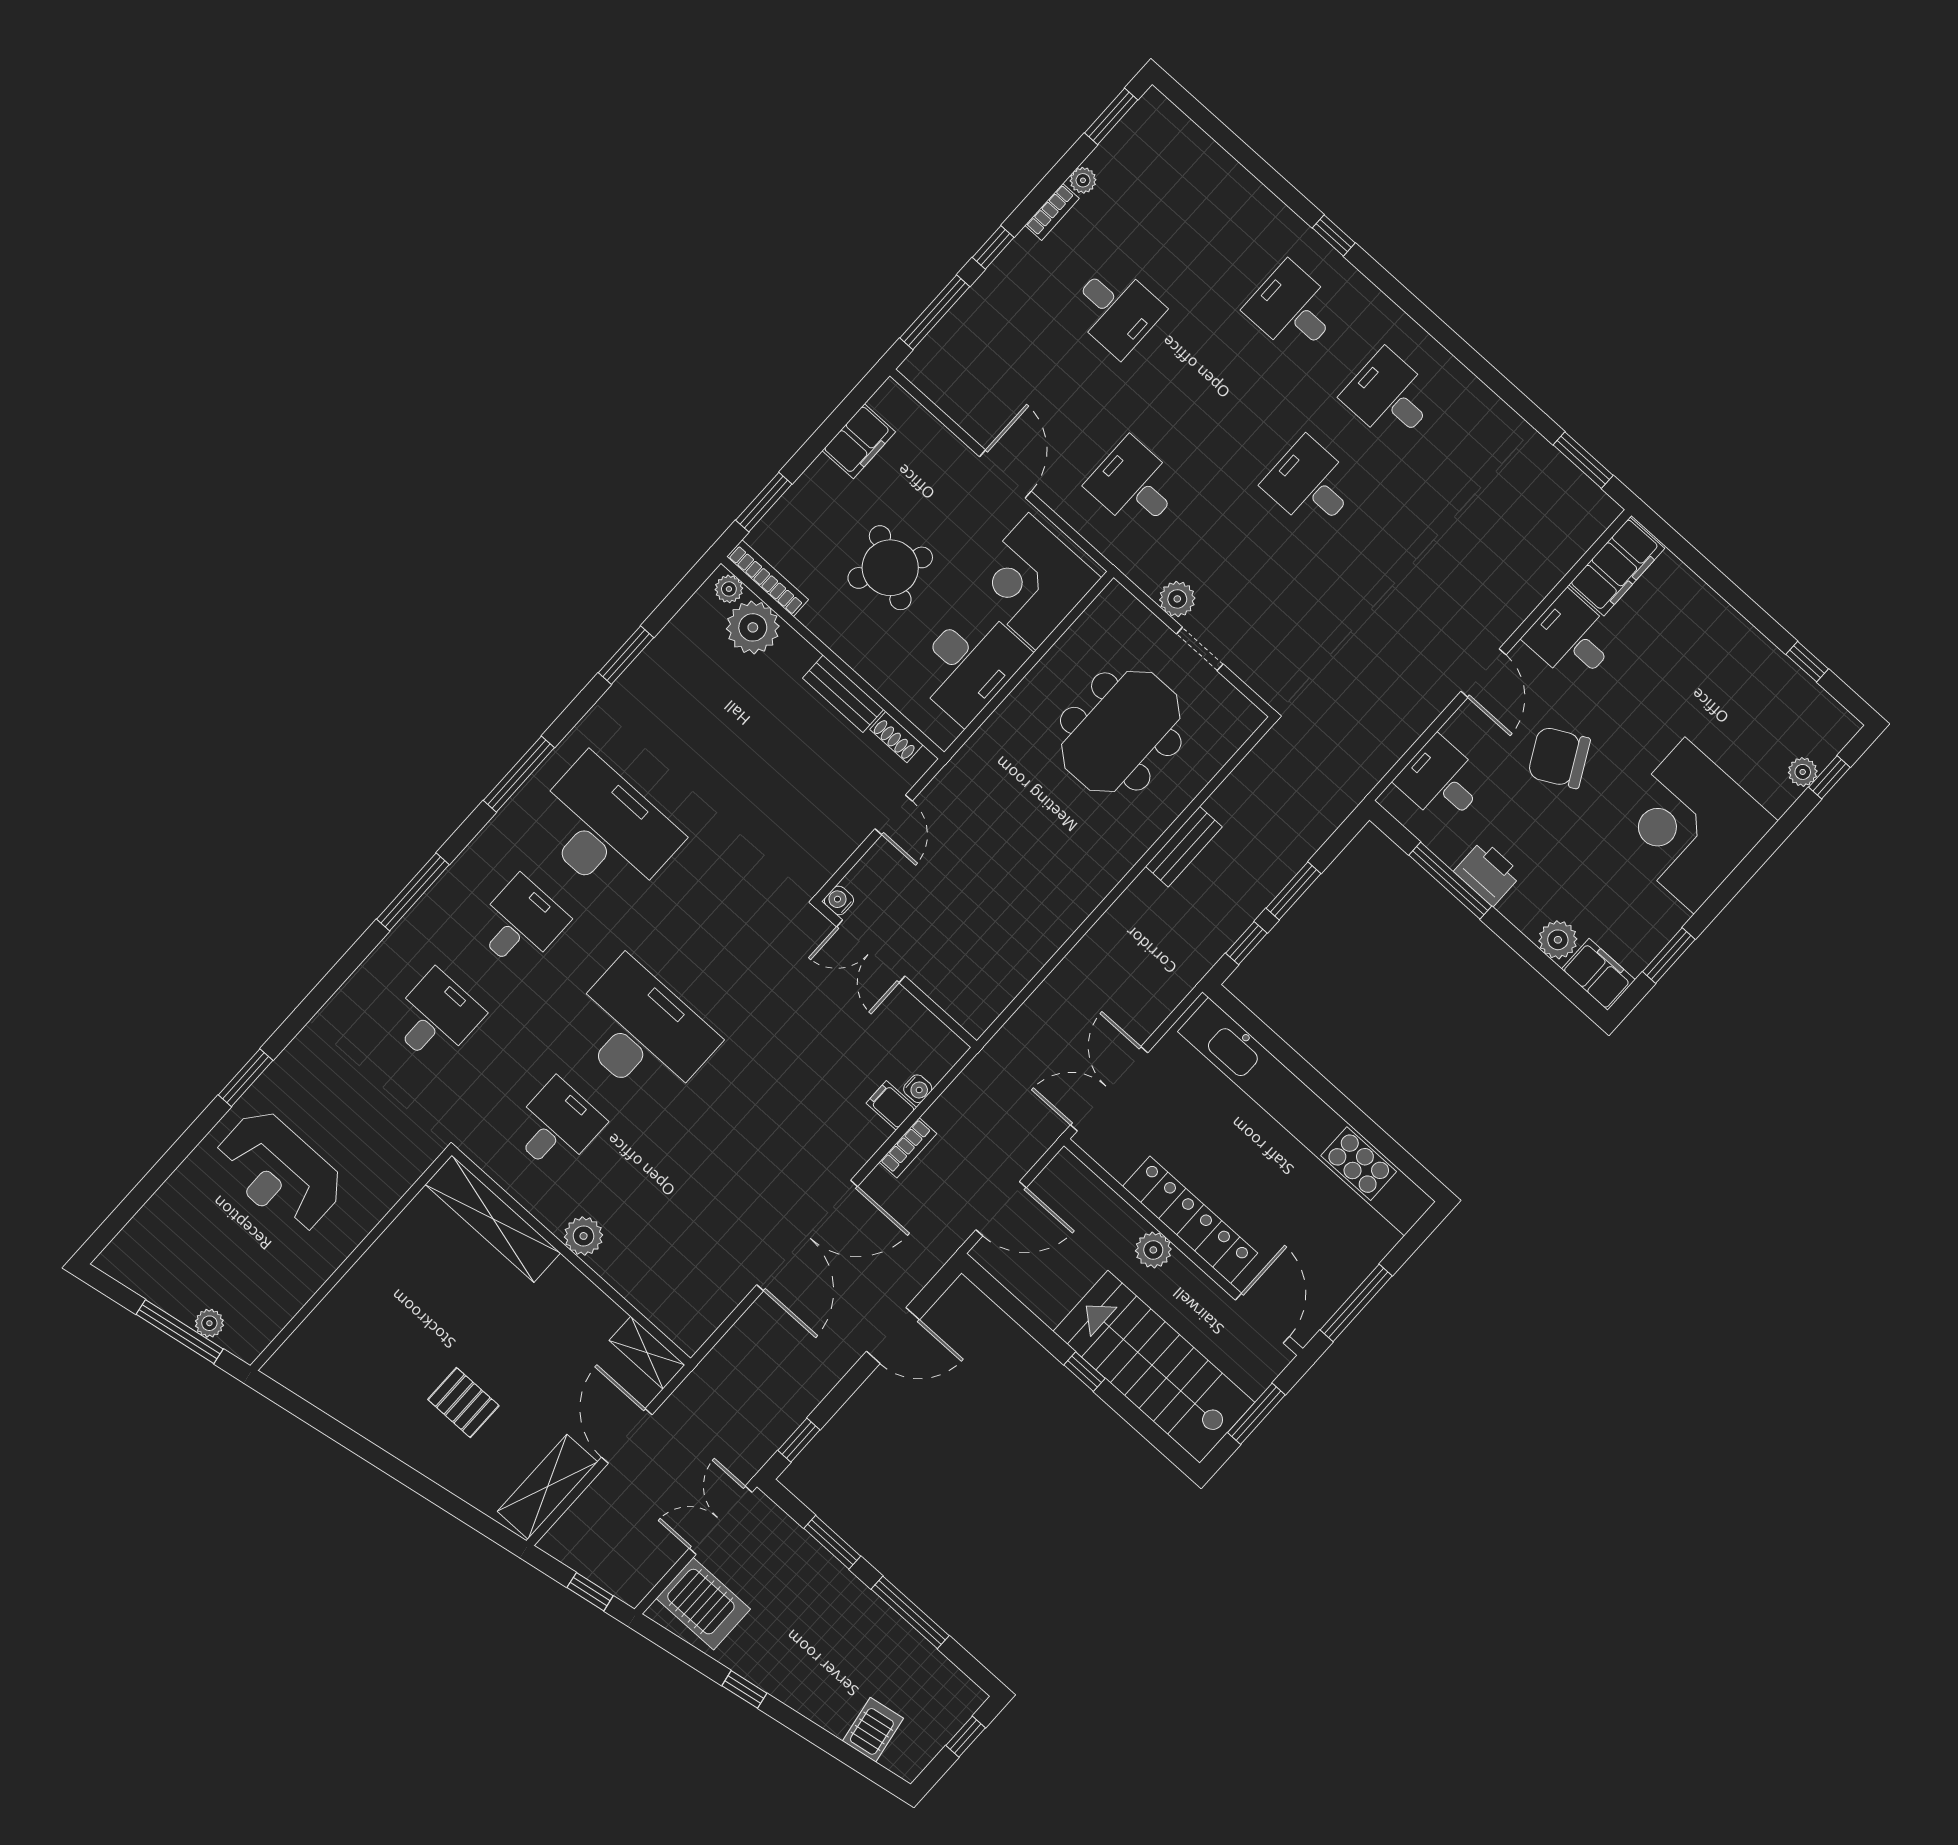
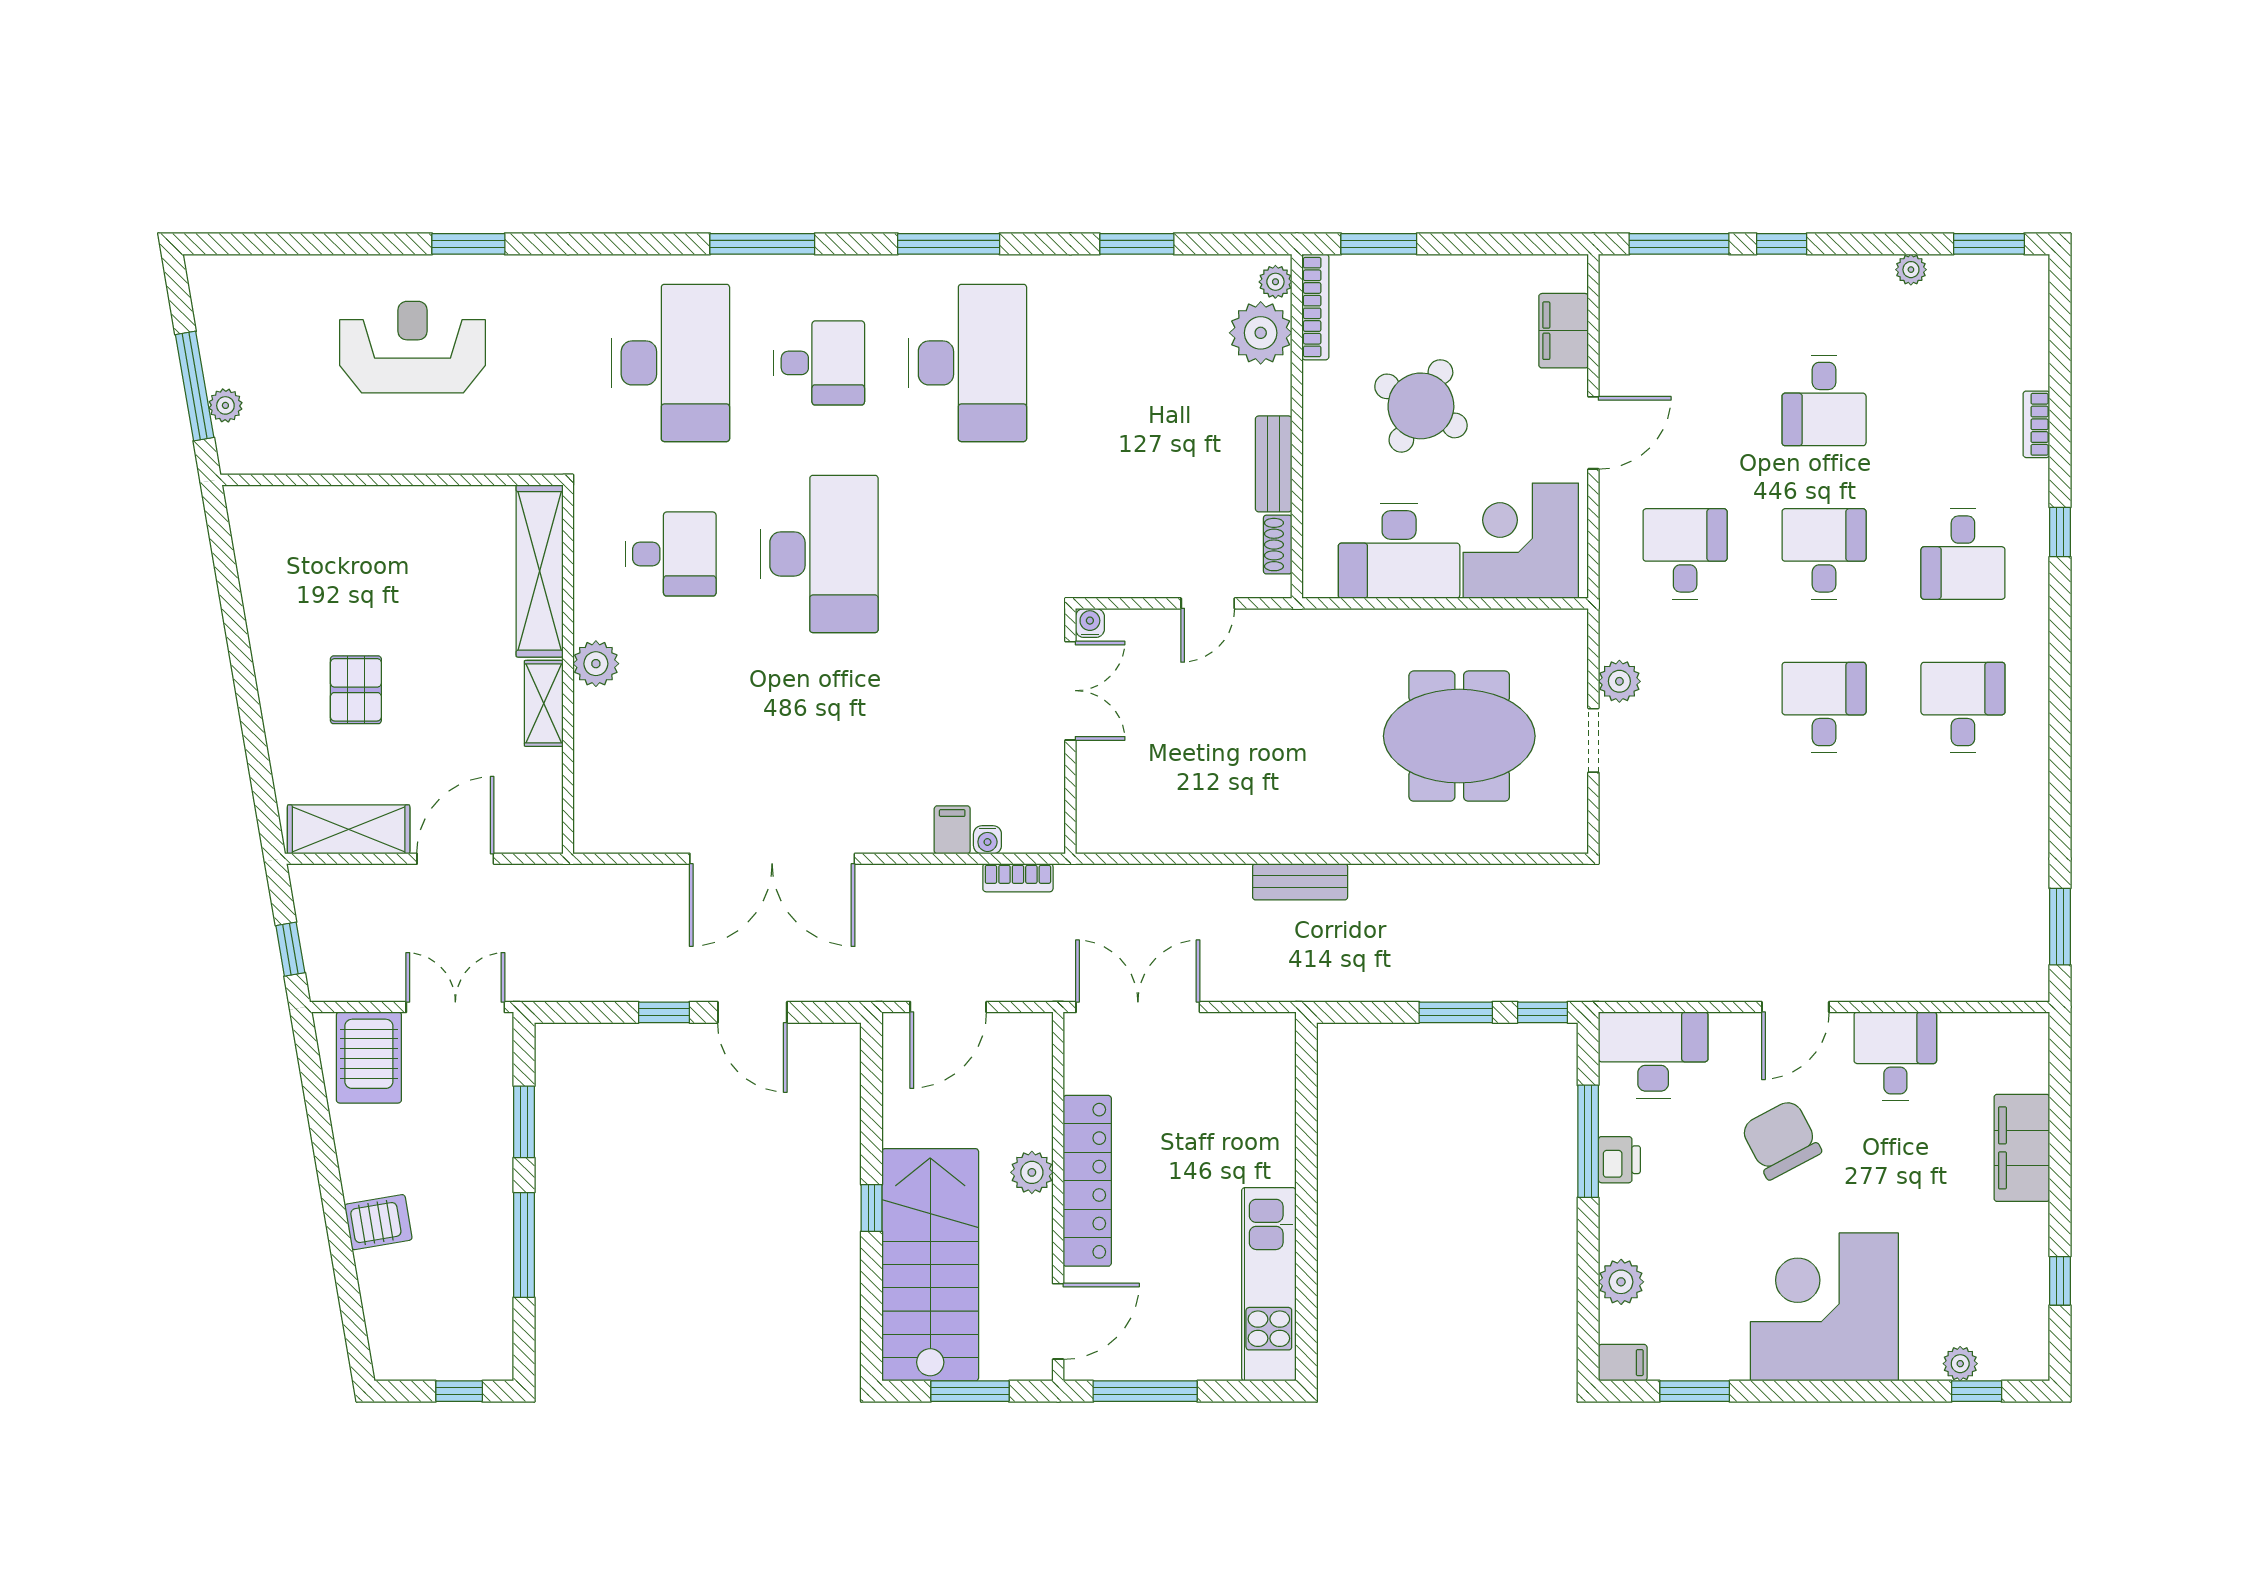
bookcase: (1052, 212) -> (2036, 424), moved, turned 90
desk: (1292, 309) -> (1963, 554), turned 180
desk: (1213, 397) -> (1824, 554), added
filing cabinet: (859, 441) -> (1564, 331), moved, turned 90
filing cabinet: (1617, 566) -> (2022, 1148), moved, turned 90
desk: (1441, 781) -> (1653, 1055), width x1.37
bench: (1184, 847) -> (1300, 882), moved
printer: (1488, 873) -> (1619, 1160), width x0.73, depth x0.81
window: (1246, 943) -> (1542, 1012), moved
double door: (871, 951) -> (1070, 691), swing flipped
filing cabinet: (1598, 974) -> (1623, 1363), width x0.50
desk: (436, 1018) -> (671, 363), width x1.87, depth x1.30
kitchen unit: (1306, 1117) -> (1269, 1284), width x0.54
bookcase: (908, 1148) -> (1018, 878), moved
reception desk: (279, 1172) -> (413, 347), turned 90
door: (1001, 1209) -> (948, 1007), hinge flipped
shelving: (647, 1353) -> (544, 703), moved
window: (799, 1440) -> (664, 1012), moved
window: (744, 1689) -> (326, 1161), removed
server rack: (873, 1730) -> (378, 1222), moved

